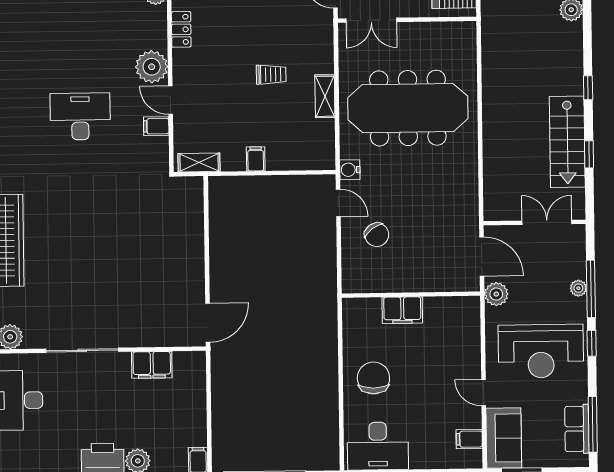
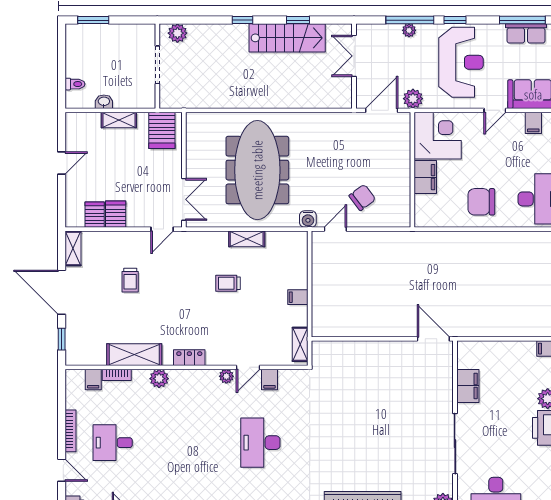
plant: (152, 67) -> (226, 376), width x0.53, depth x0.53
trolley: (271, 75) -> (228, 283), turned -90
corner desk: (452, 324) -> (438, 136), added

